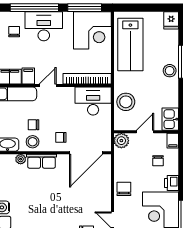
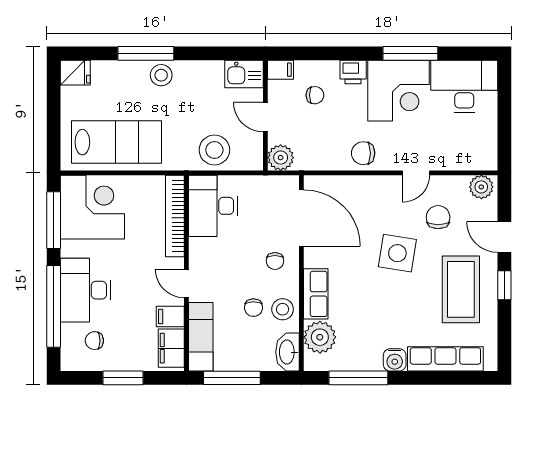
plant: (21, 159) -> (320, 337), width x1.88, depth x1.88
side table: (65, 209) -> (397, 253), added

